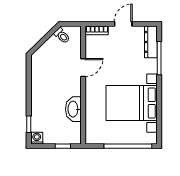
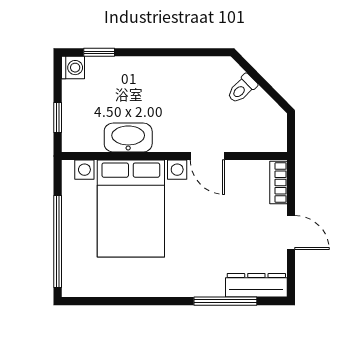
toilet: (62, 36) -> (242, 89), moved
bed with nightstands: (132, 103) -> (131, 208), moved, turned 180

